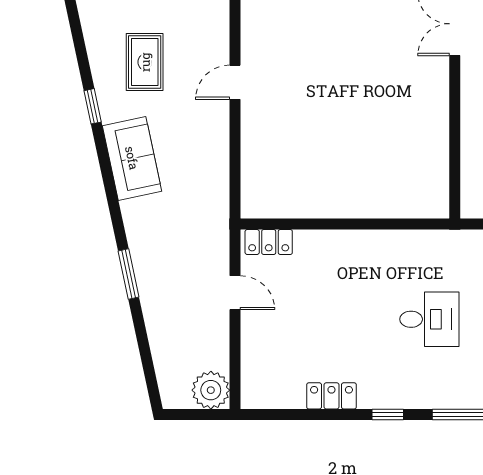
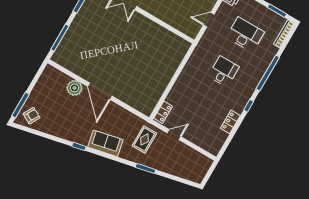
rug: (145, 62) -> (144, 139), moved, turned 90
door: (235, 82) -> (100, 91), width x1.88
plant: (211, 390) -> (74, 88), moved

